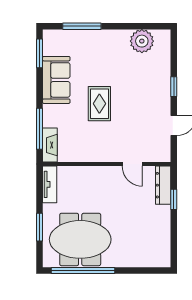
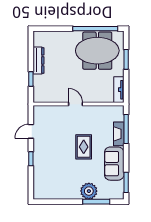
plant: (142, 41) -> (89, 191), moved
fireplace: (50, 145) -> (119, 134), moved
door: (132, 164) -> (75, 104), moved
dresser: (163, 185) -> (39, 60), moved

